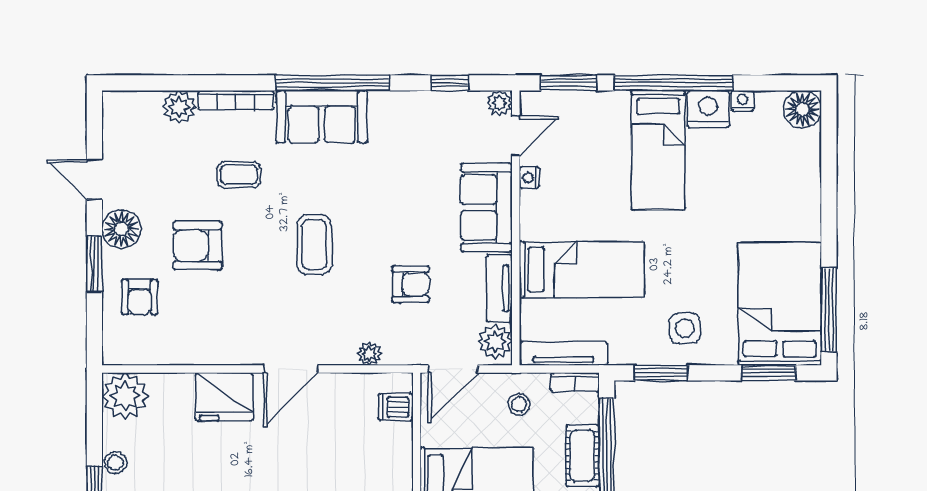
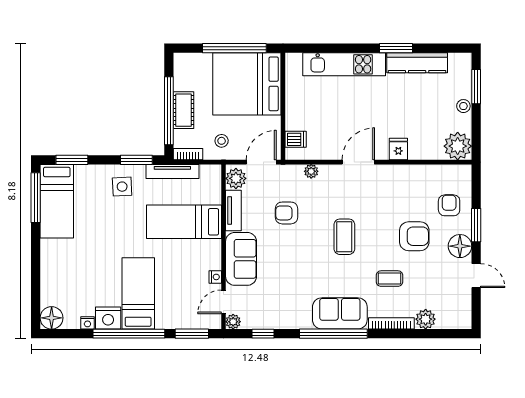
bed: (780, 304) -> (57, 201), width x0.67
tv unit: (563, 353) -> (172, 171), moved
fridge: (224, 397) -> (398, 149), width x0.53, depth x0.75

